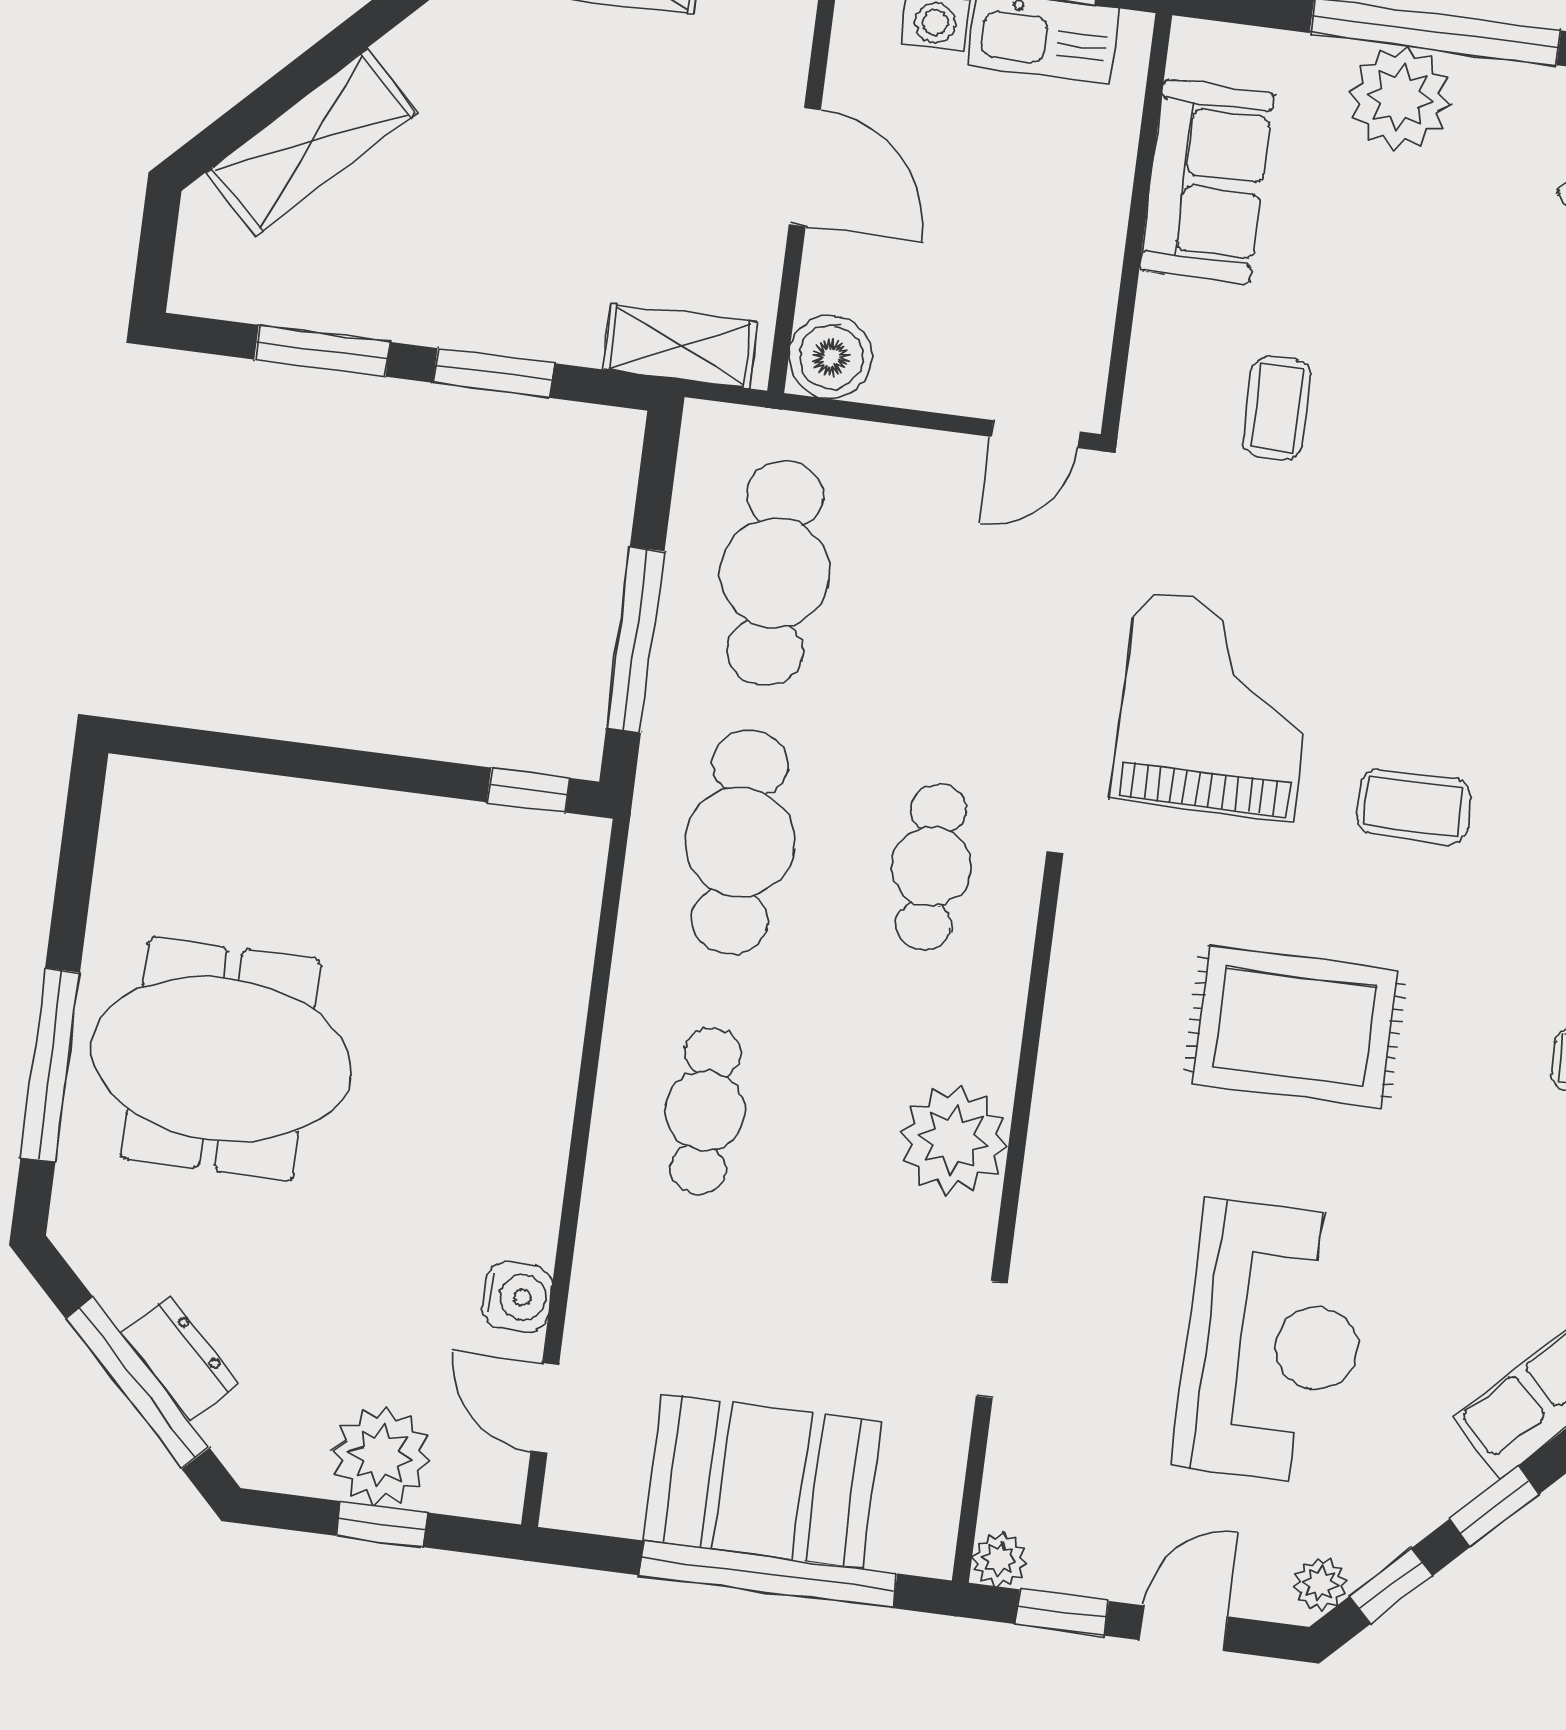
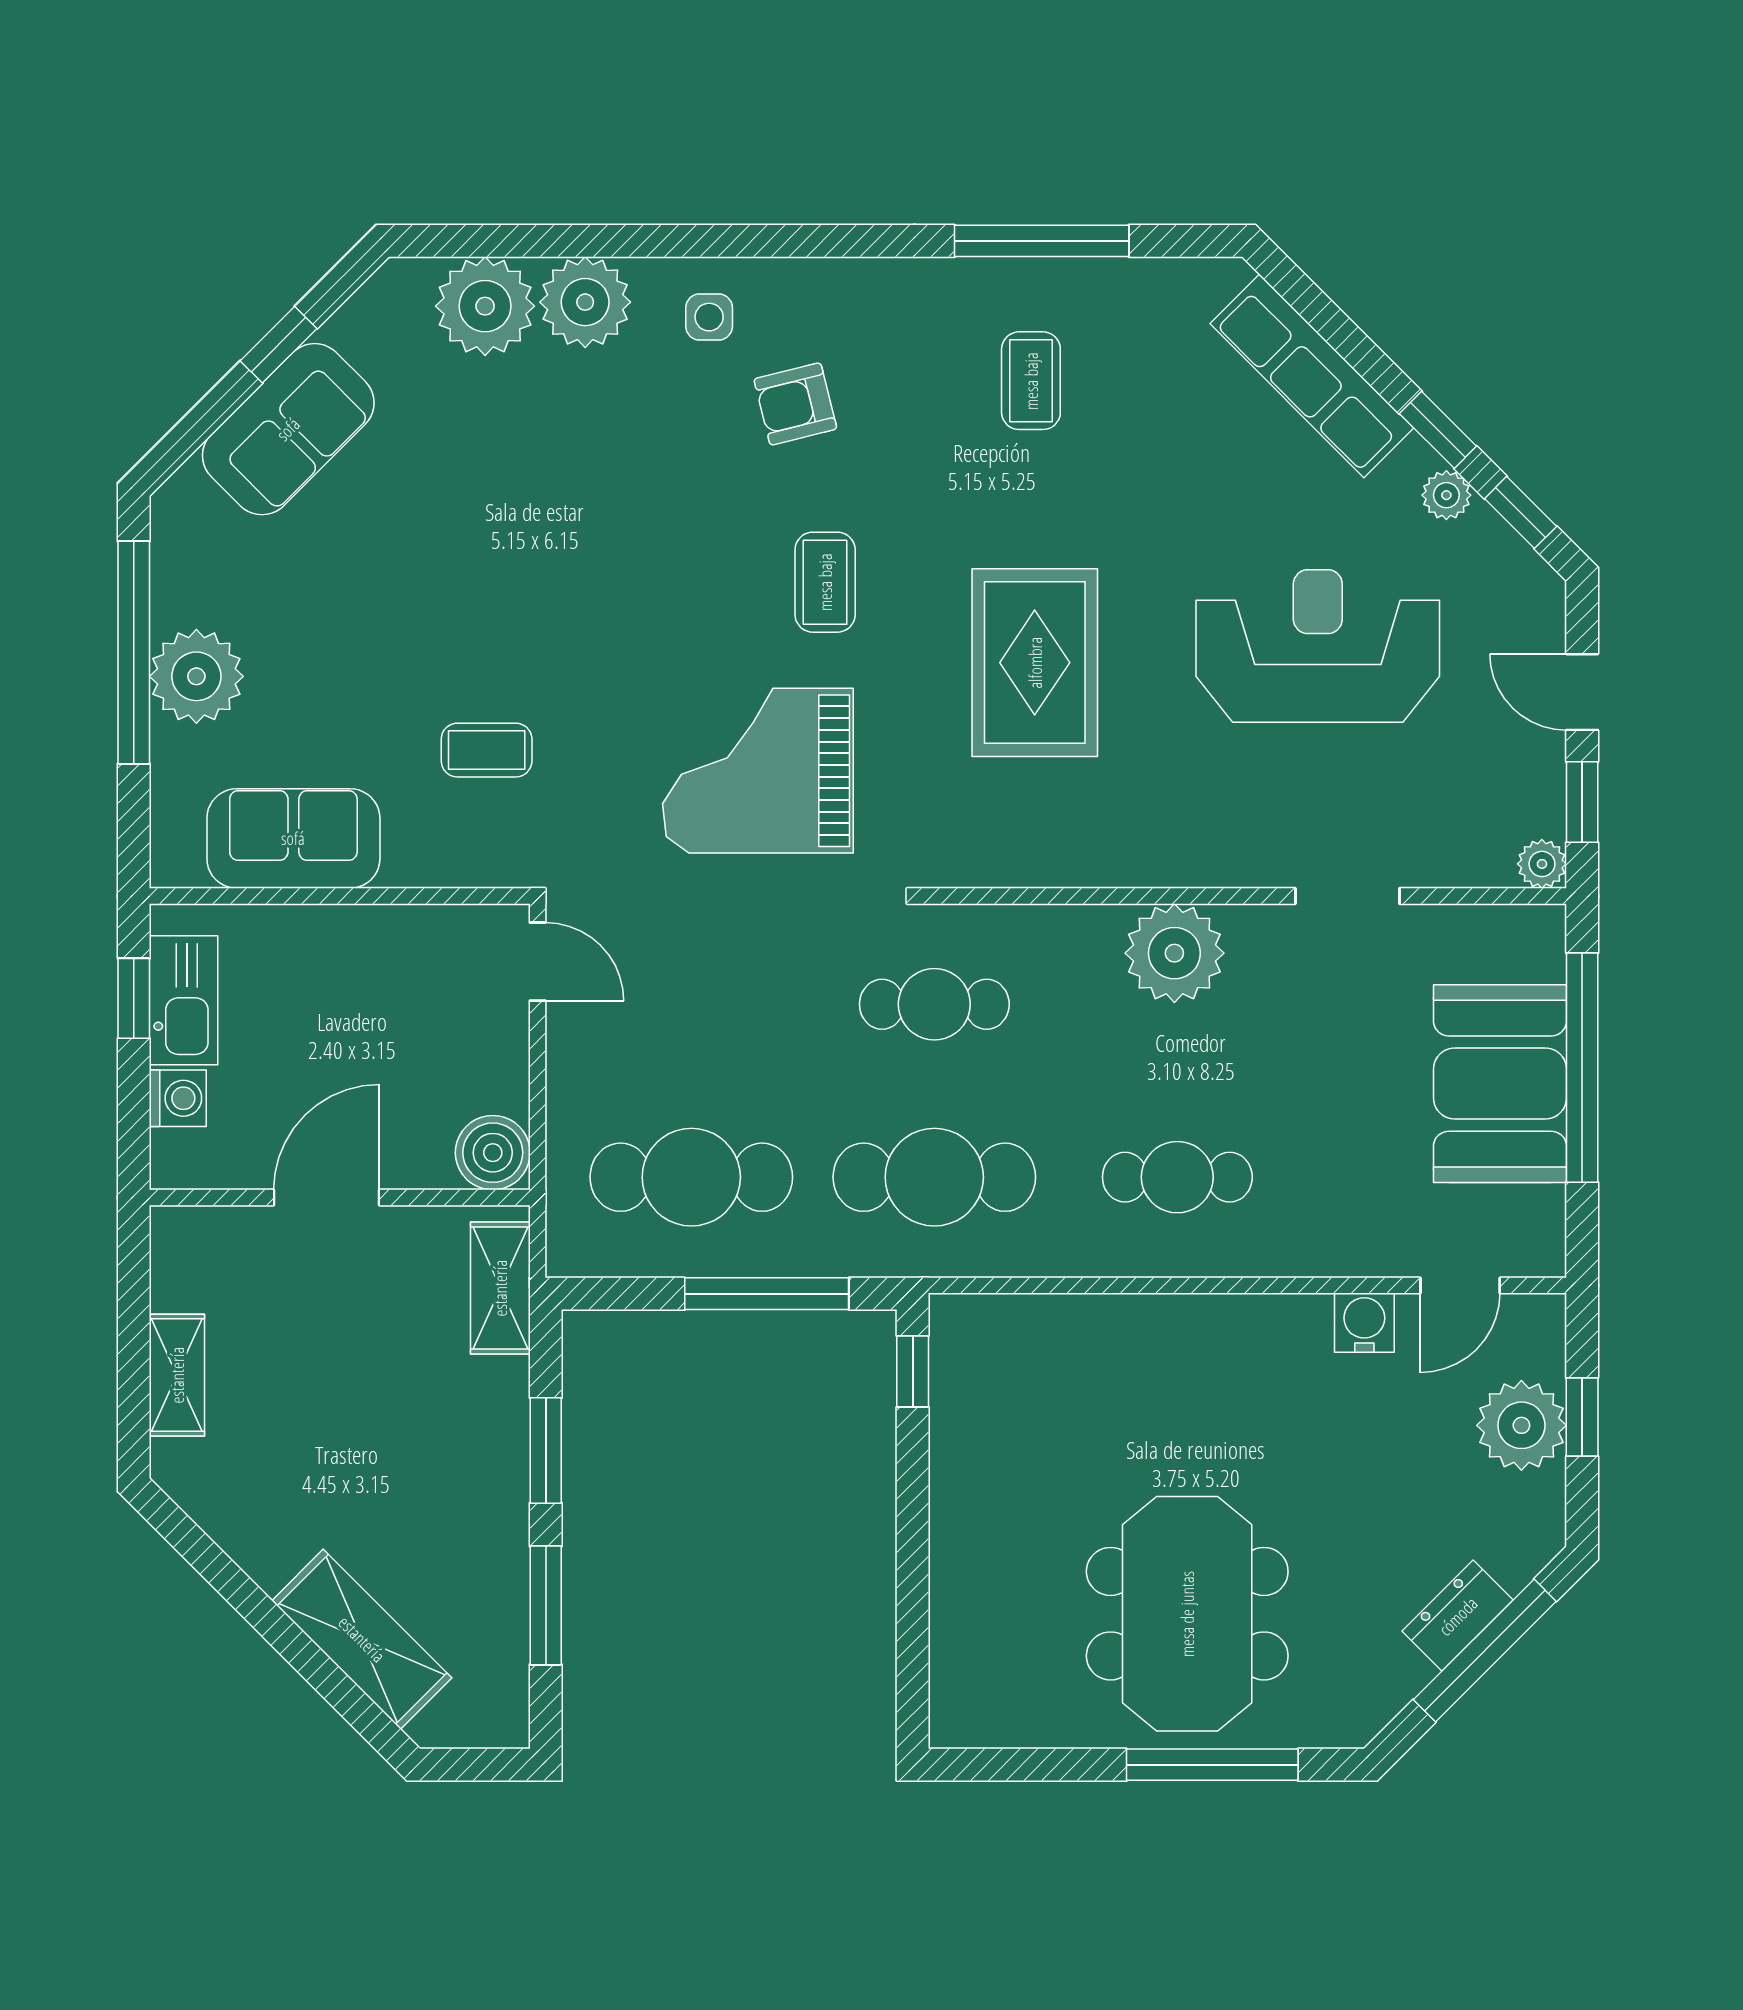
plant: (1320, 1584) -> (1446, 495), moved

